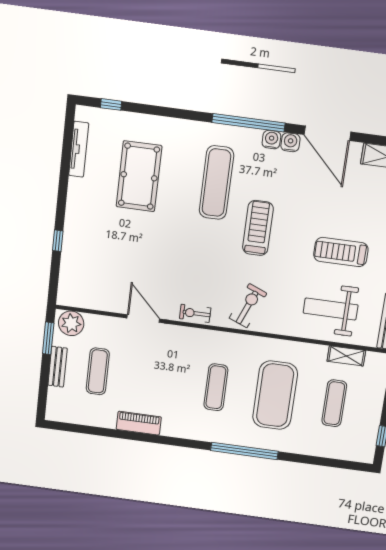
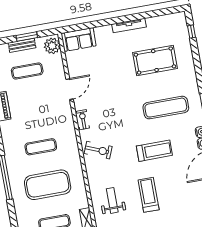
tv unit: (79, 149) -> (129, 26), moved
treadmill: (258, 228) -> (154, 151), moved
window: (58, 241) -> (101, 23), removed
sofa: (73, 282) -> (79, 40), added
weight bench: (331, 309) -> (112, 200), width x0.73, depth x0.75
window: (48, 338) -> (27, 37), moved

